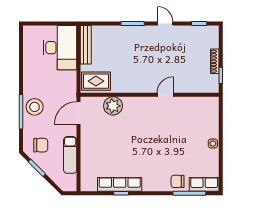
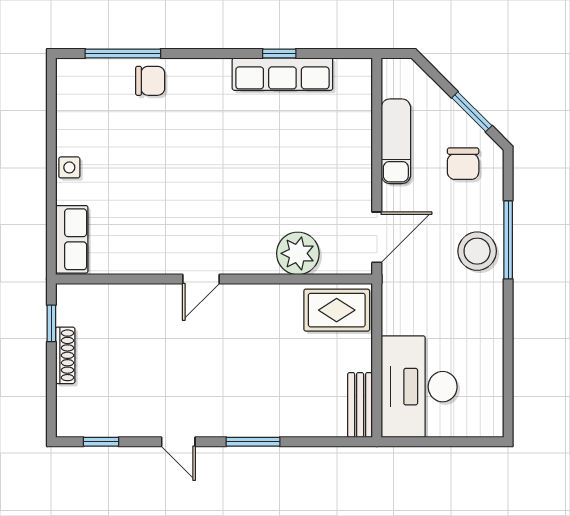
bench: (86, 45) -> (360, 405), width x0.73
door: (165, 95) -> (201, 279), moved
chair: (41, 145) -> (463, 164), turned -90
row of seats: (204, 184) -> (72, 239), moved, turned -90

